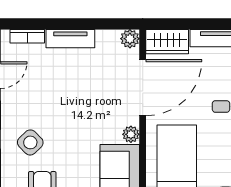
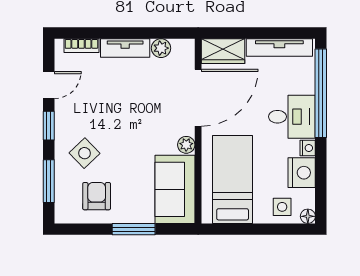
plant: (130, 39) -> (161, 48), moved

